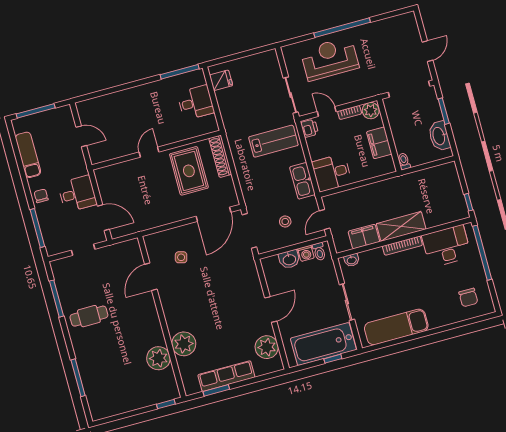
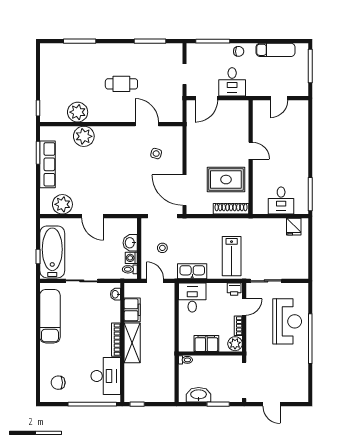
cafe table: (89, 316) -> (121, 84), moved, turned 90

